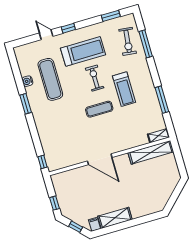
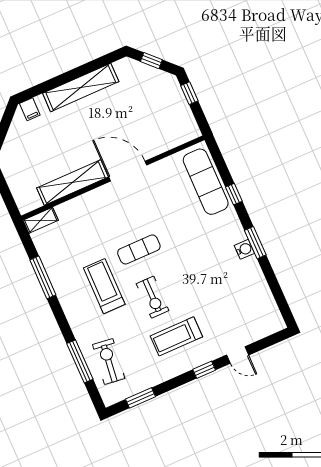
treadmill: (83, 51) -> (176, 336), width x0.73, depth x0.73
exercise mat: (50, 79) -> (206, 182), moved
water cooler: (27, 81) -> (244, 249), moved
shelving: (151, 152) -> (72, 183), moved
window: (43, 162) -> (234, 194), moved
shelving: (115, 218) -> (81, 87), width x1.47
filing cabinet: (94, 224) -> (30, 109), moved

